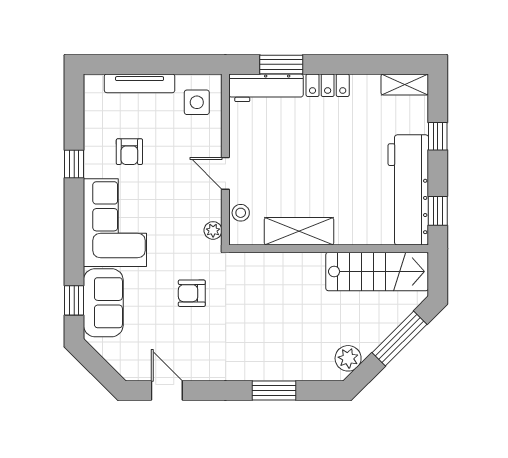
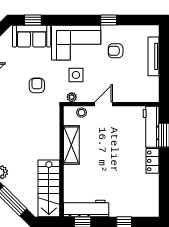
shelving: (405, 84) -> (153, 204), removed
side table: (197, 102) -> (76, 75), moved
workbench: (408, 190) -> (86, 208), width x0.73, depth x0.76

